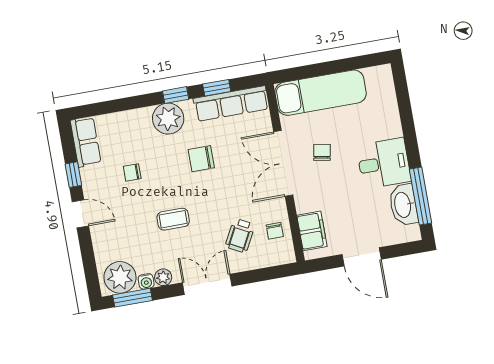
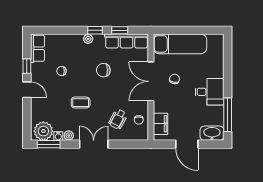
plant: (168, 119) -> (88, 39), width x0.53, depth x0.53
washbasin: (403, 205) -> (212, 133), moved, turned 90

